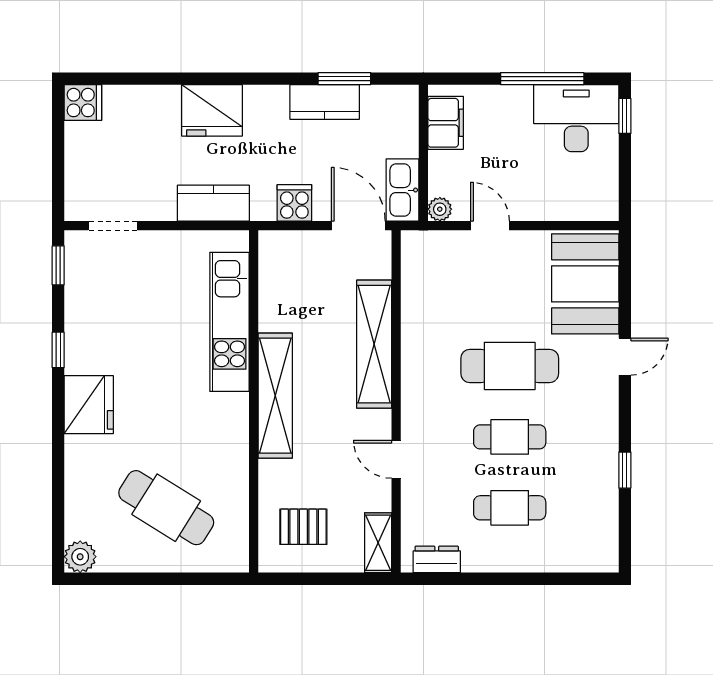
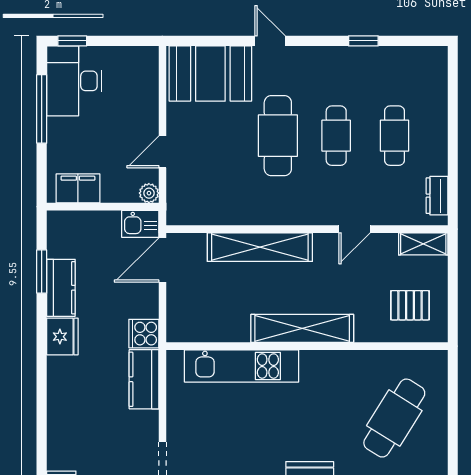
fridge: (212, 110) -> (62, 337), moved, width x0.73, depth x0.75
kitchen sink: (402, 190) -> (140, 224), width x0.73
cooker: (294, 203) -> (144, 334), moved
pallet: (303, 527) -> (410, 305), turned 90

